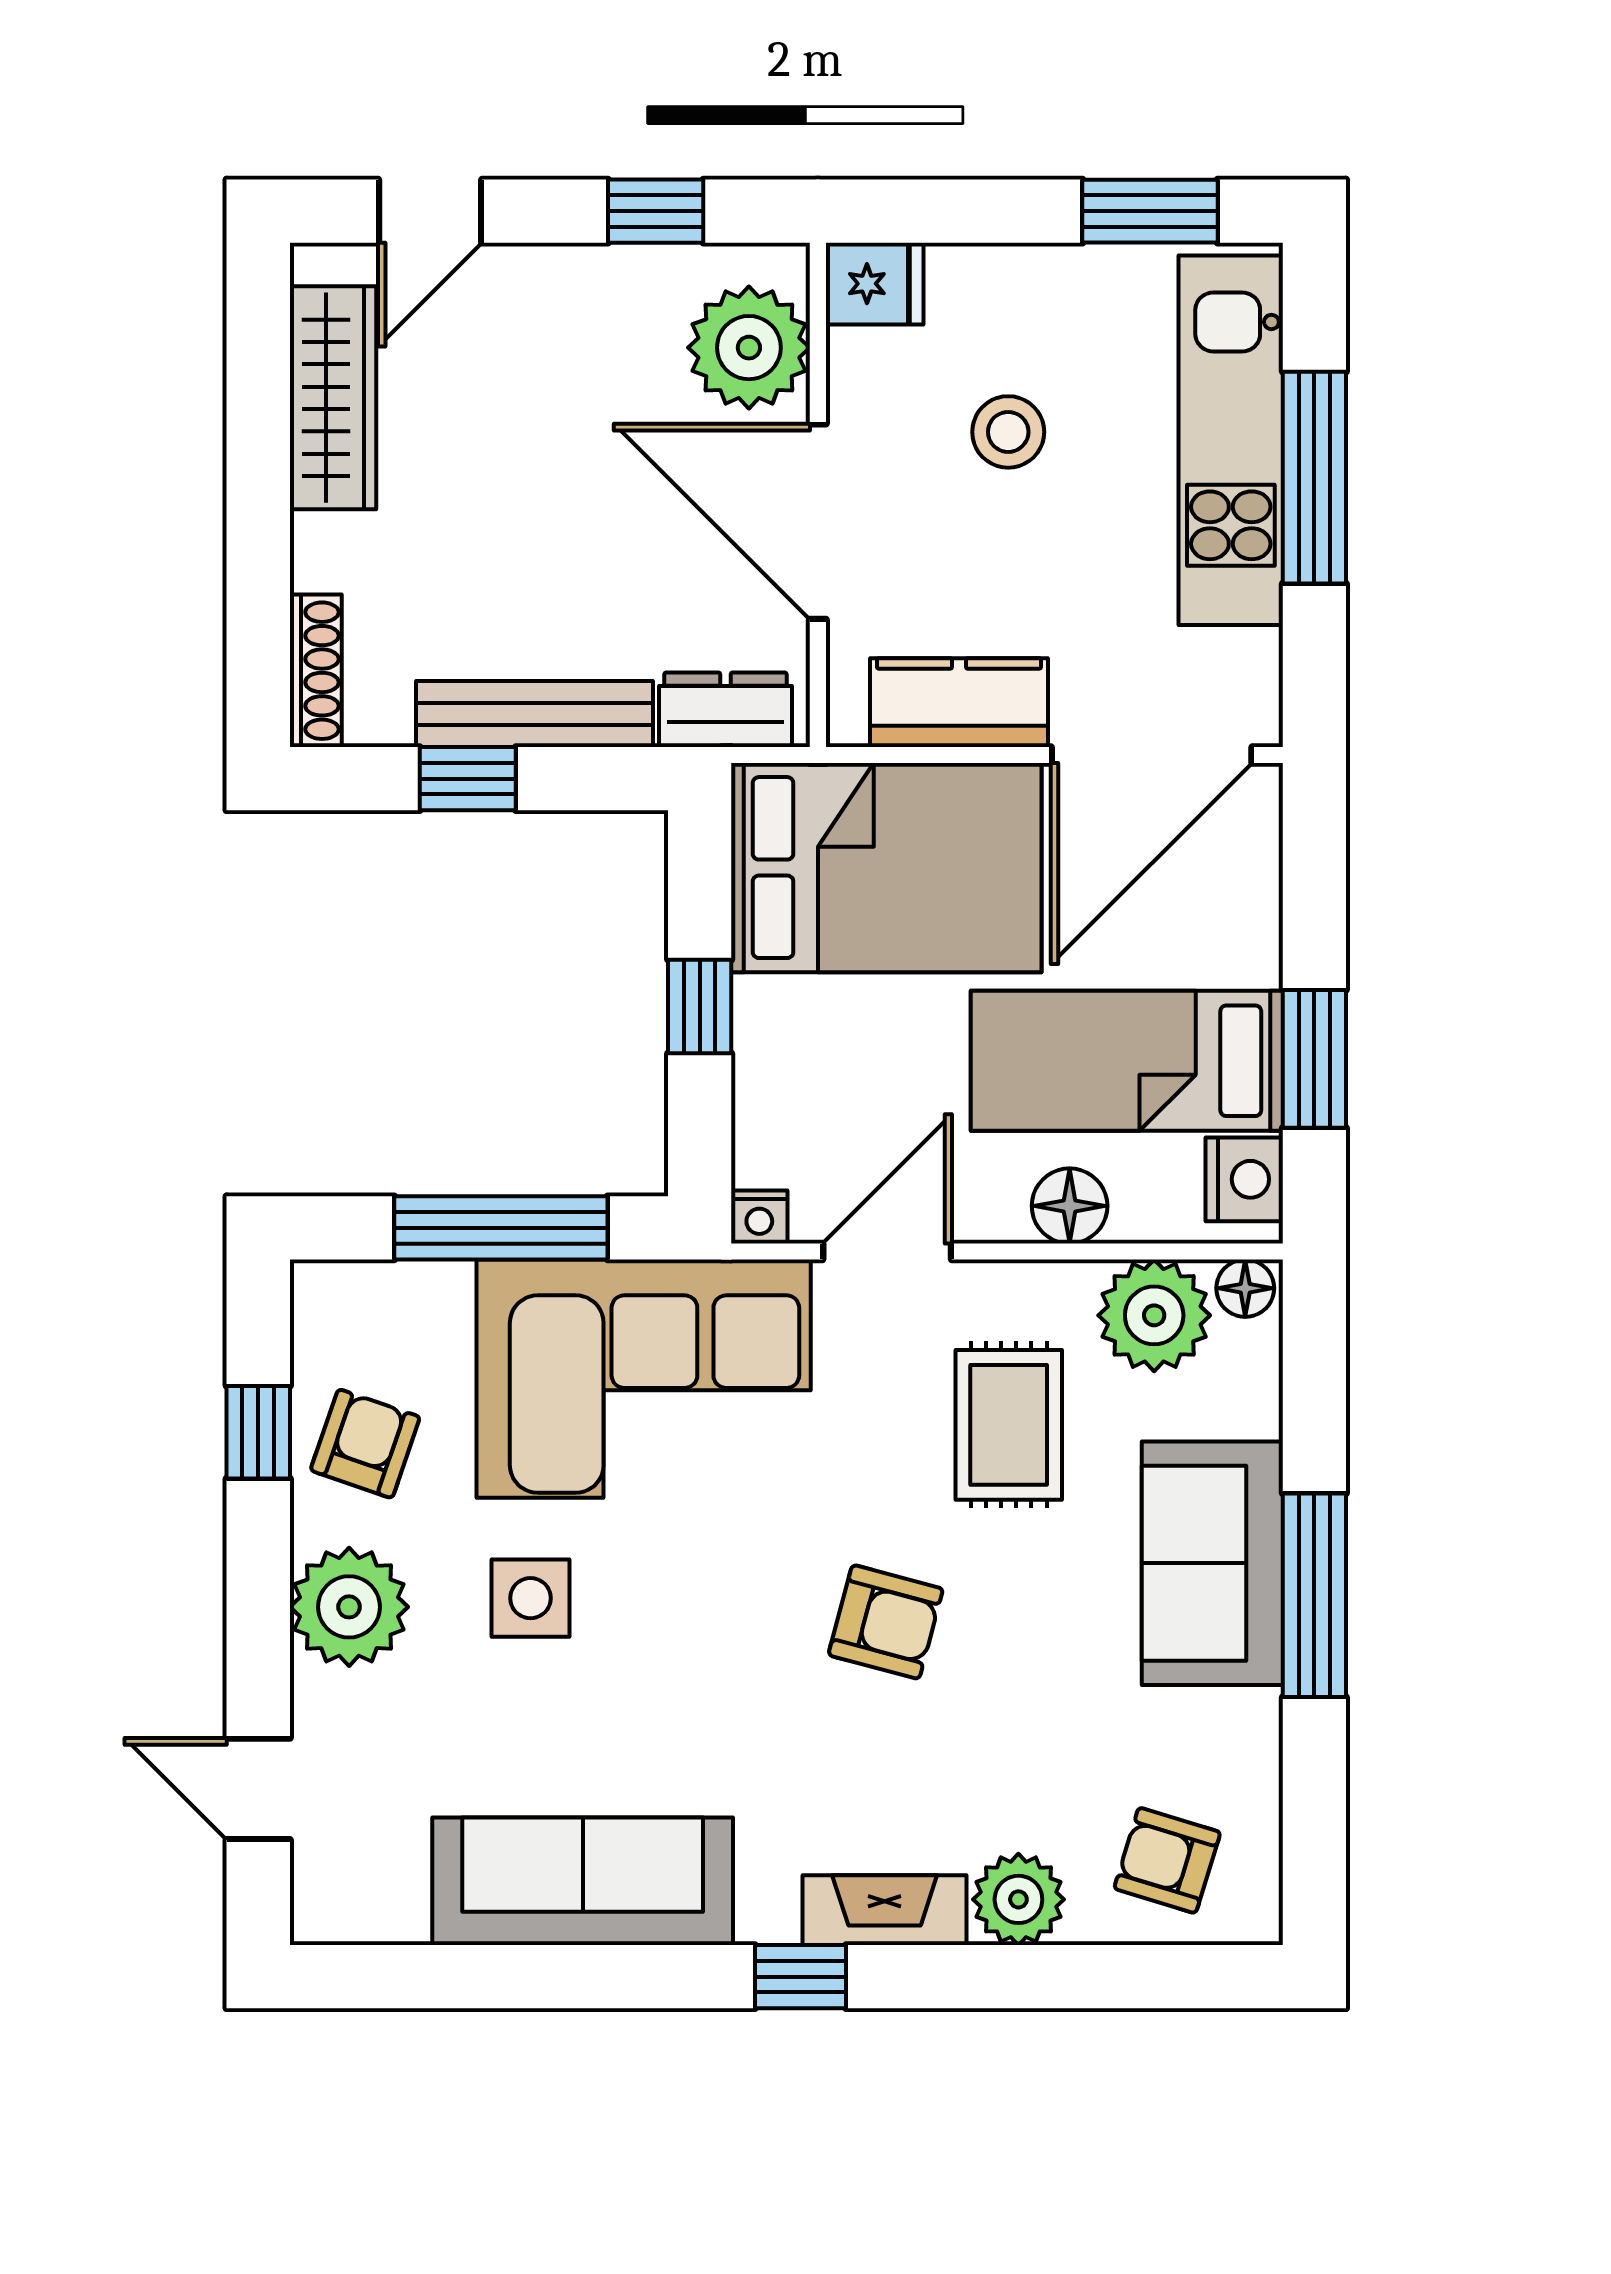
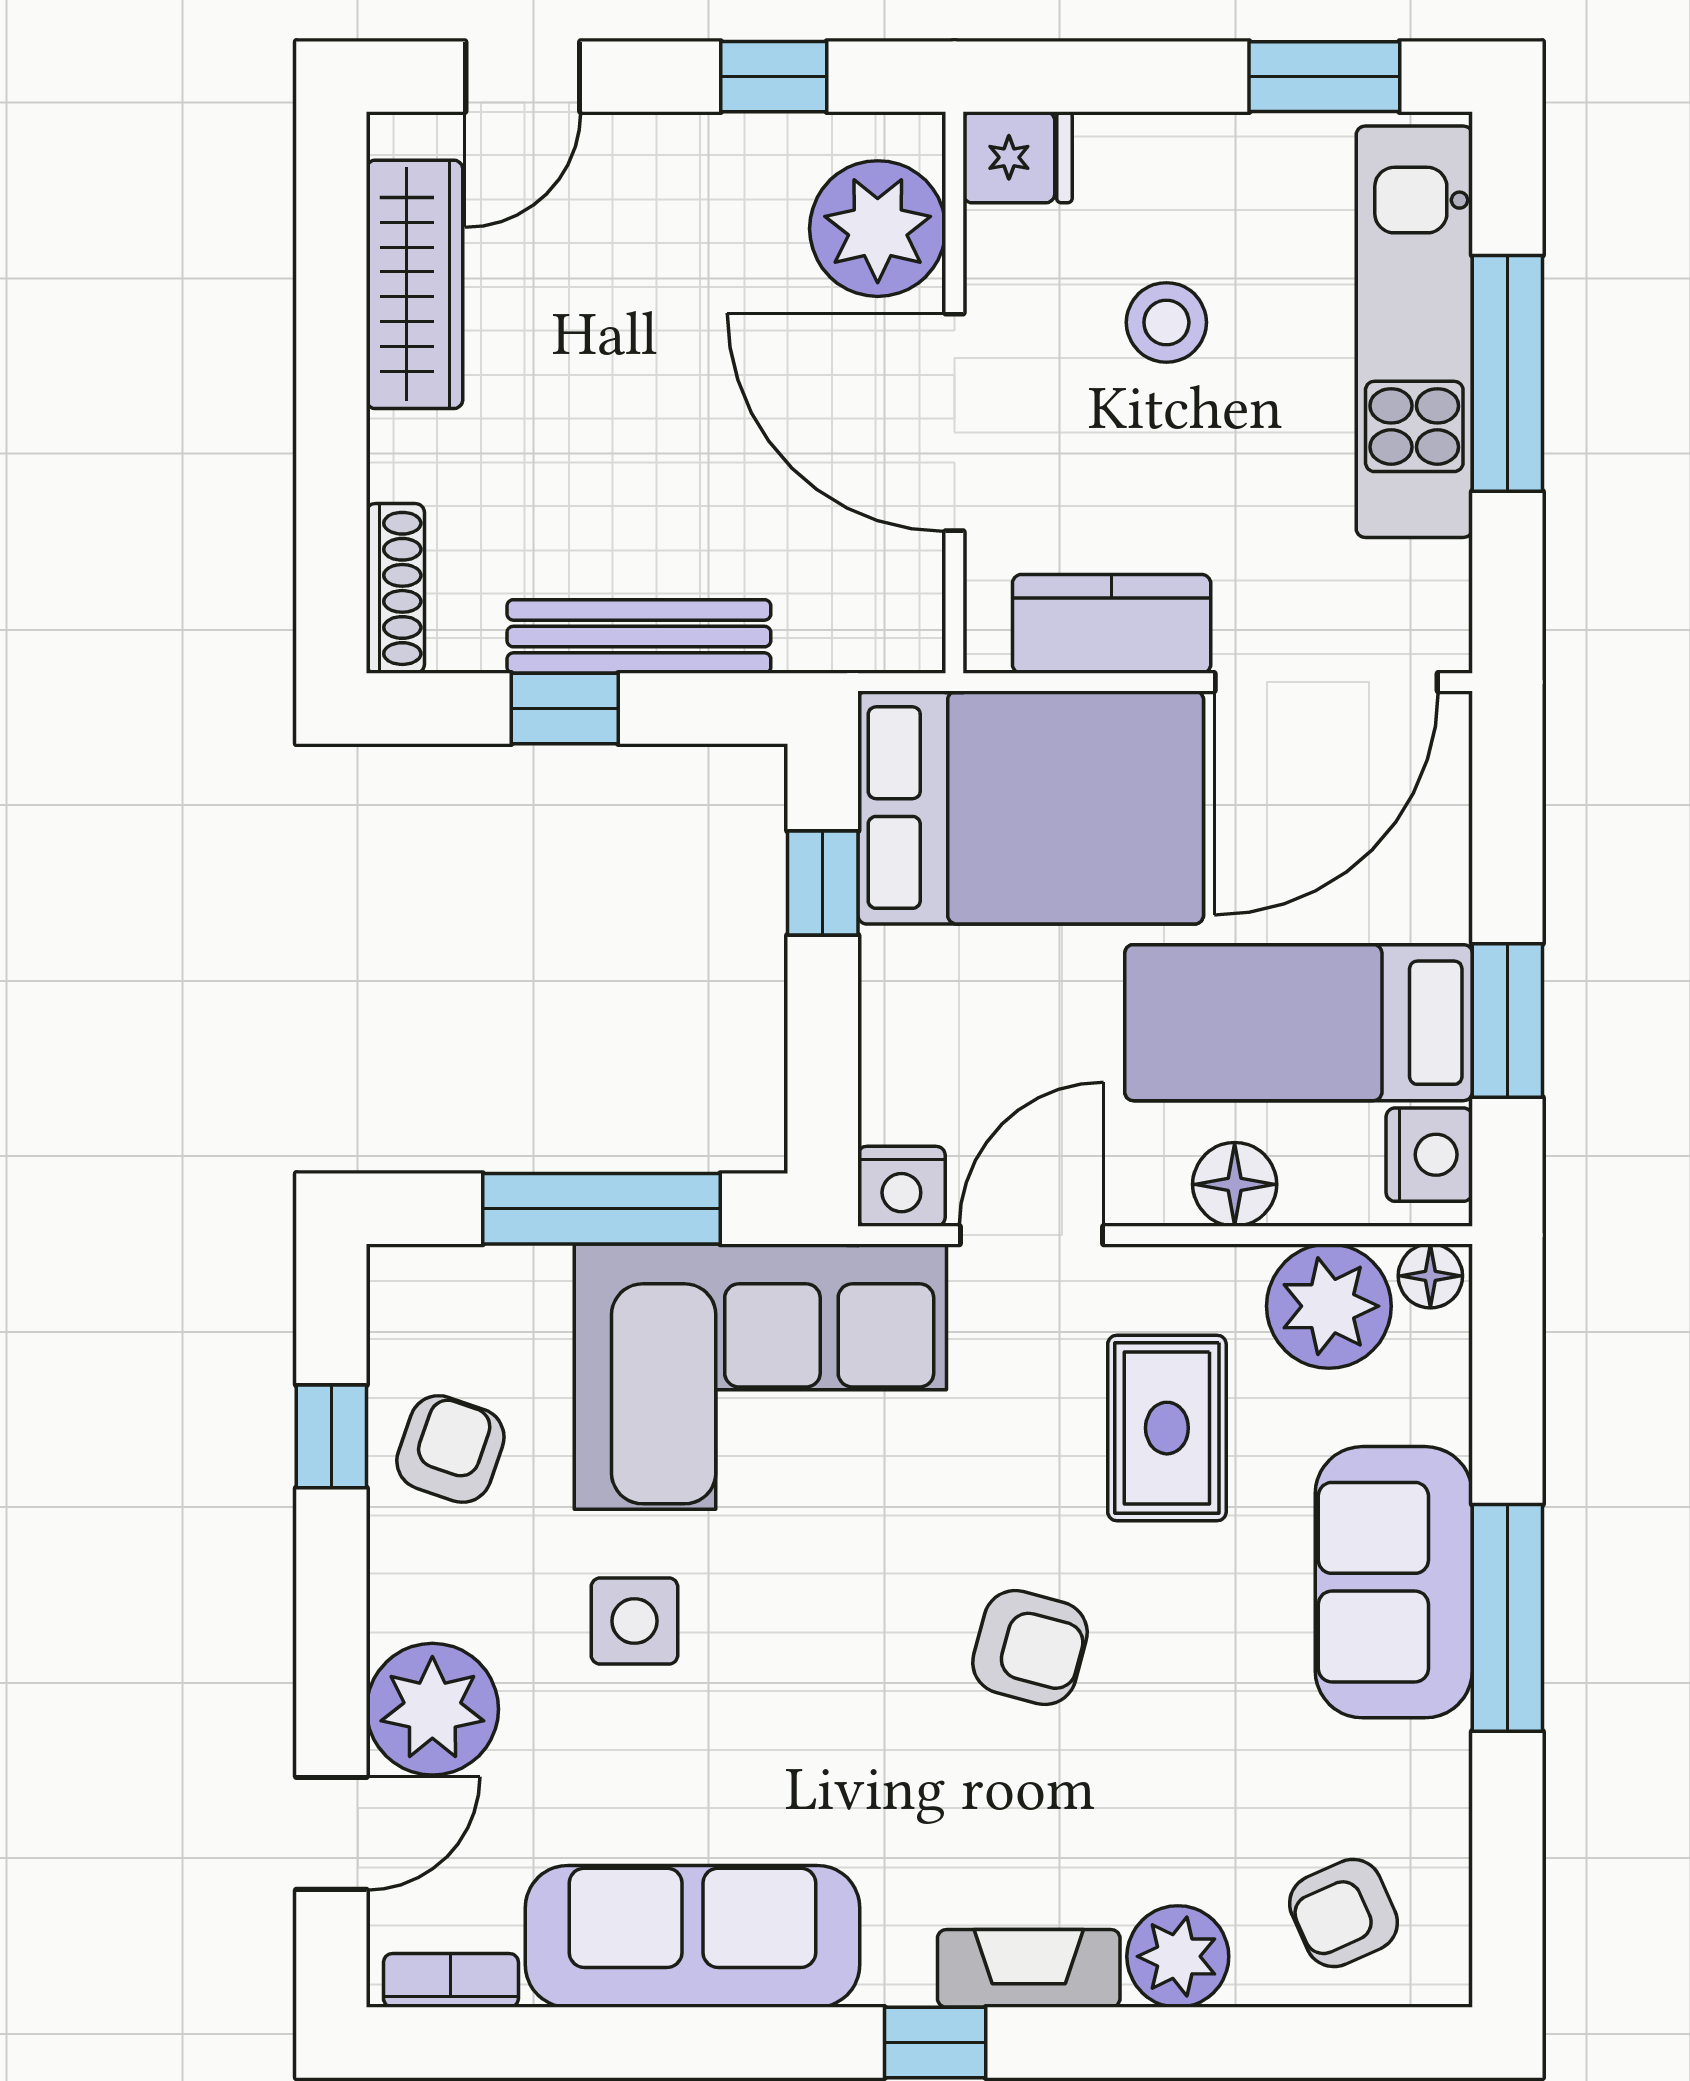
dresser: (725, 710) -> (852, 632), removed
window: (700, 1006) -> (823, 883), moved
nightstand: (759, 1217) -> (901, 1186), width x1.39, depth x1.35
plant: (349, 1607) -> (432, 1709), moved
door: (258, 1789) -> (331, 1833), swing flipped
armchair: (1167, 1860) -> (1343, 1913), turned -41
bookcase: (366, 1921) -> (451, 1980), added

